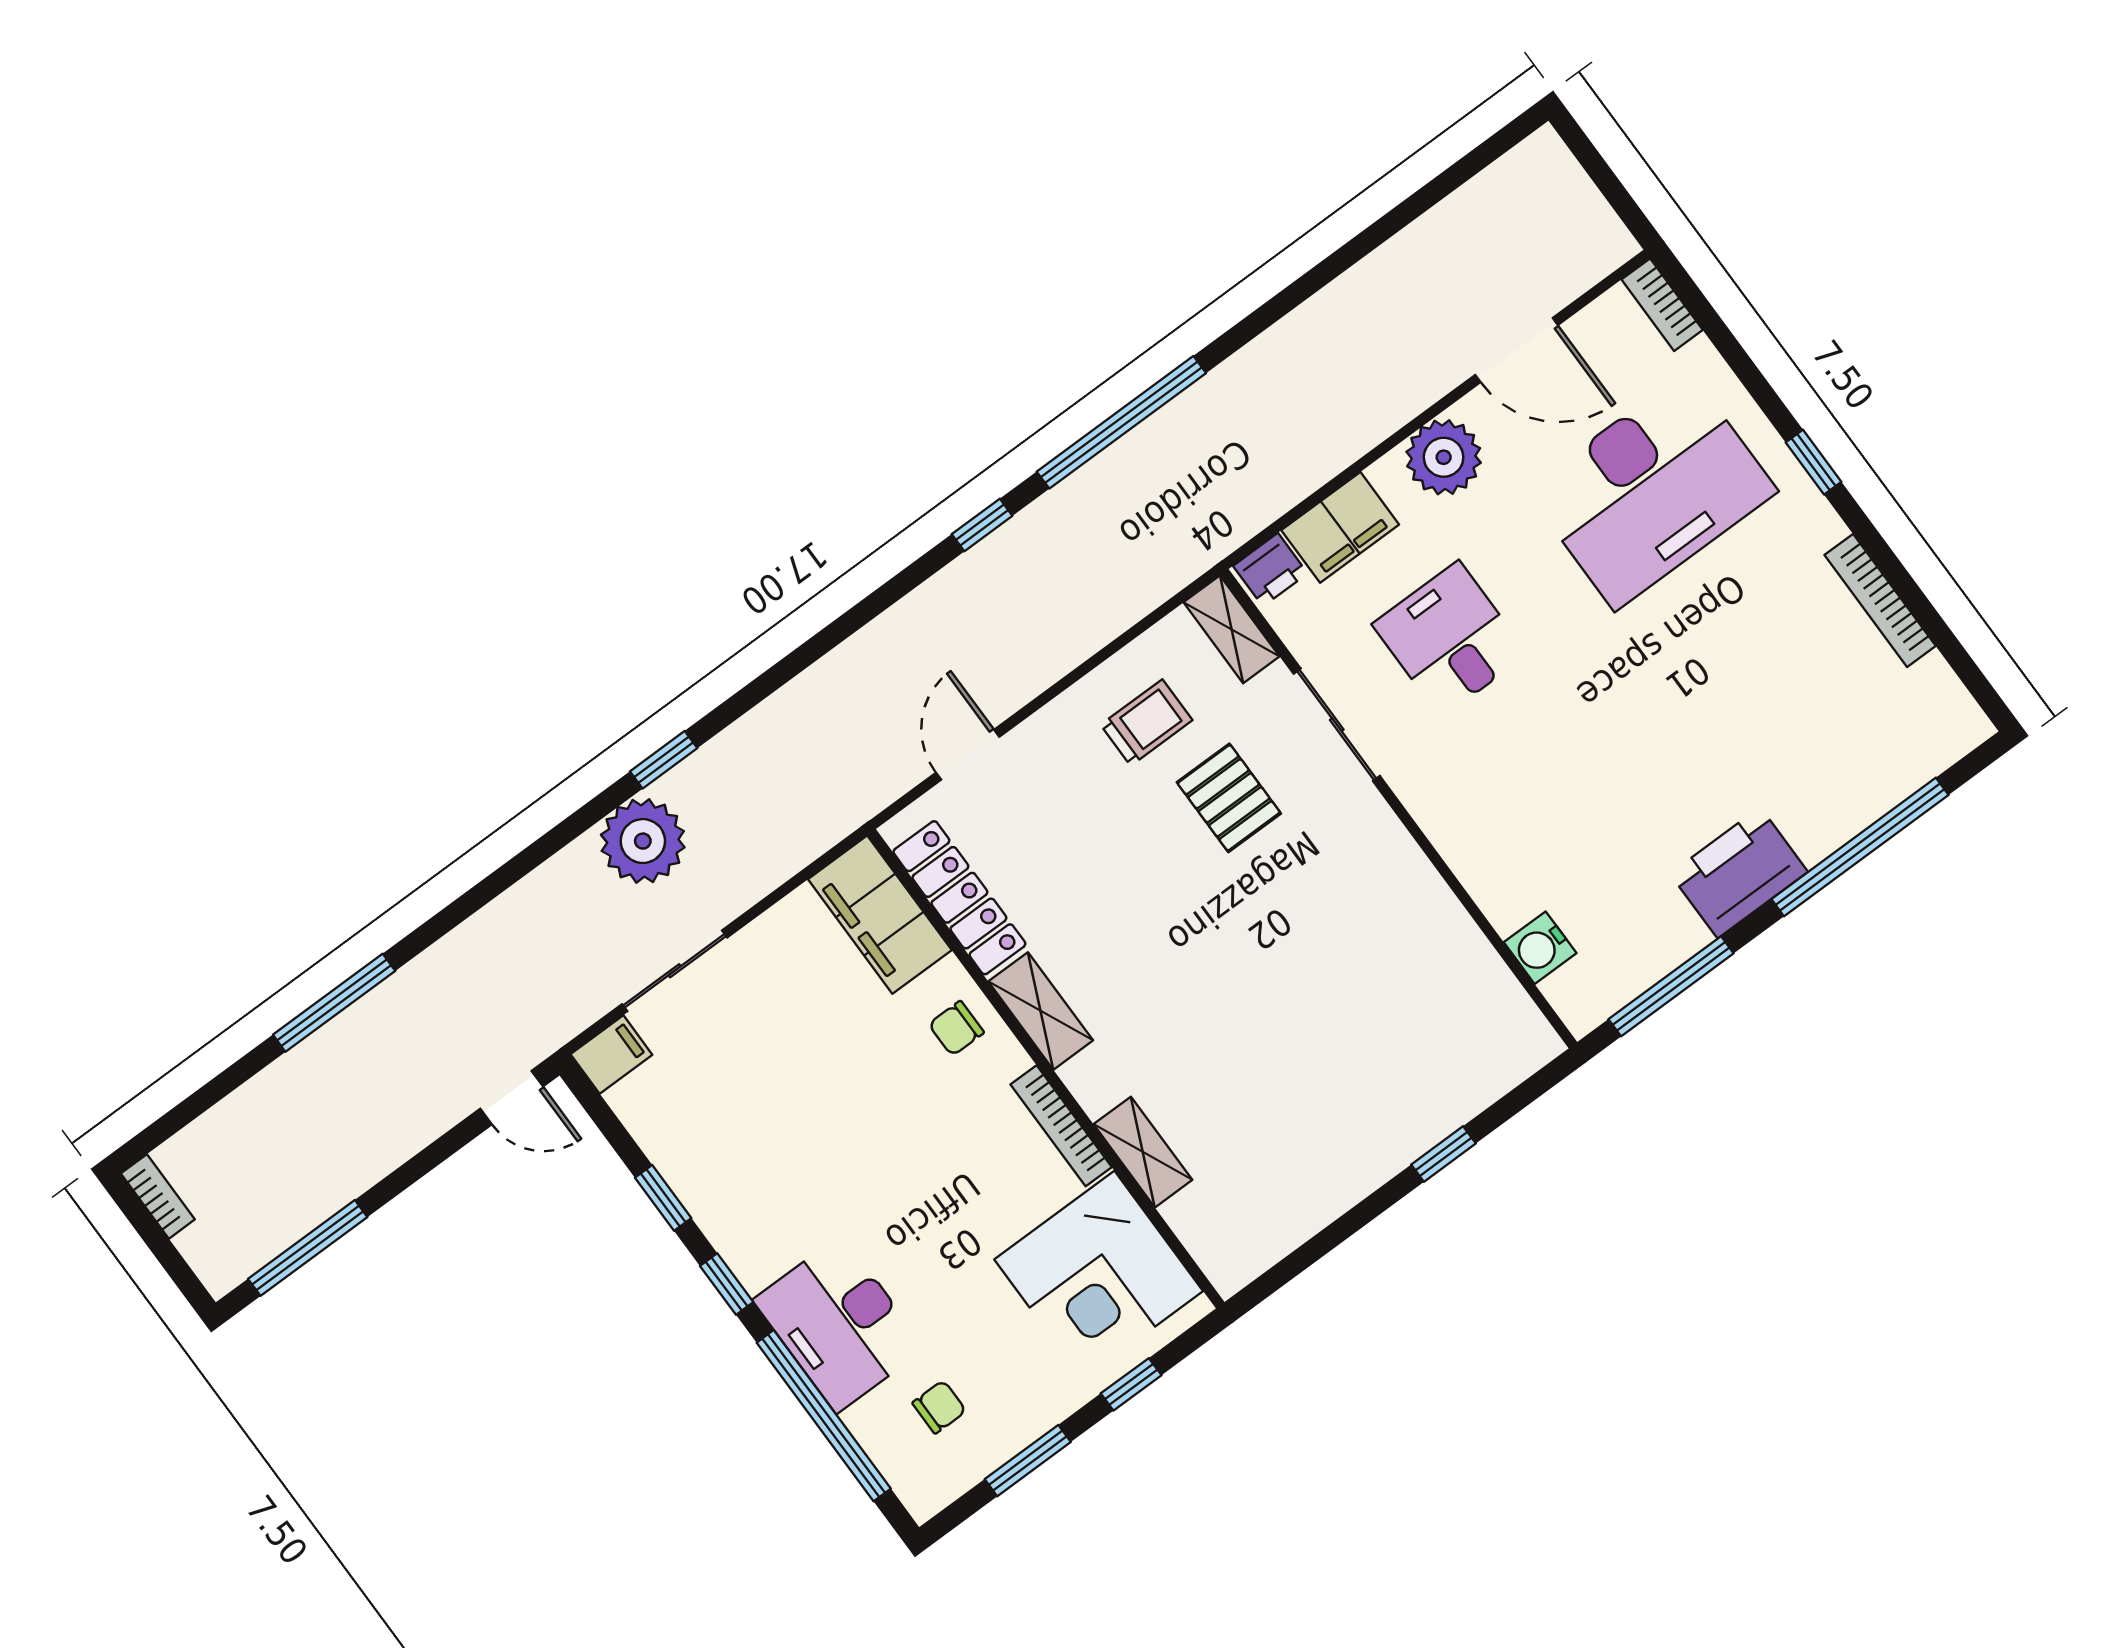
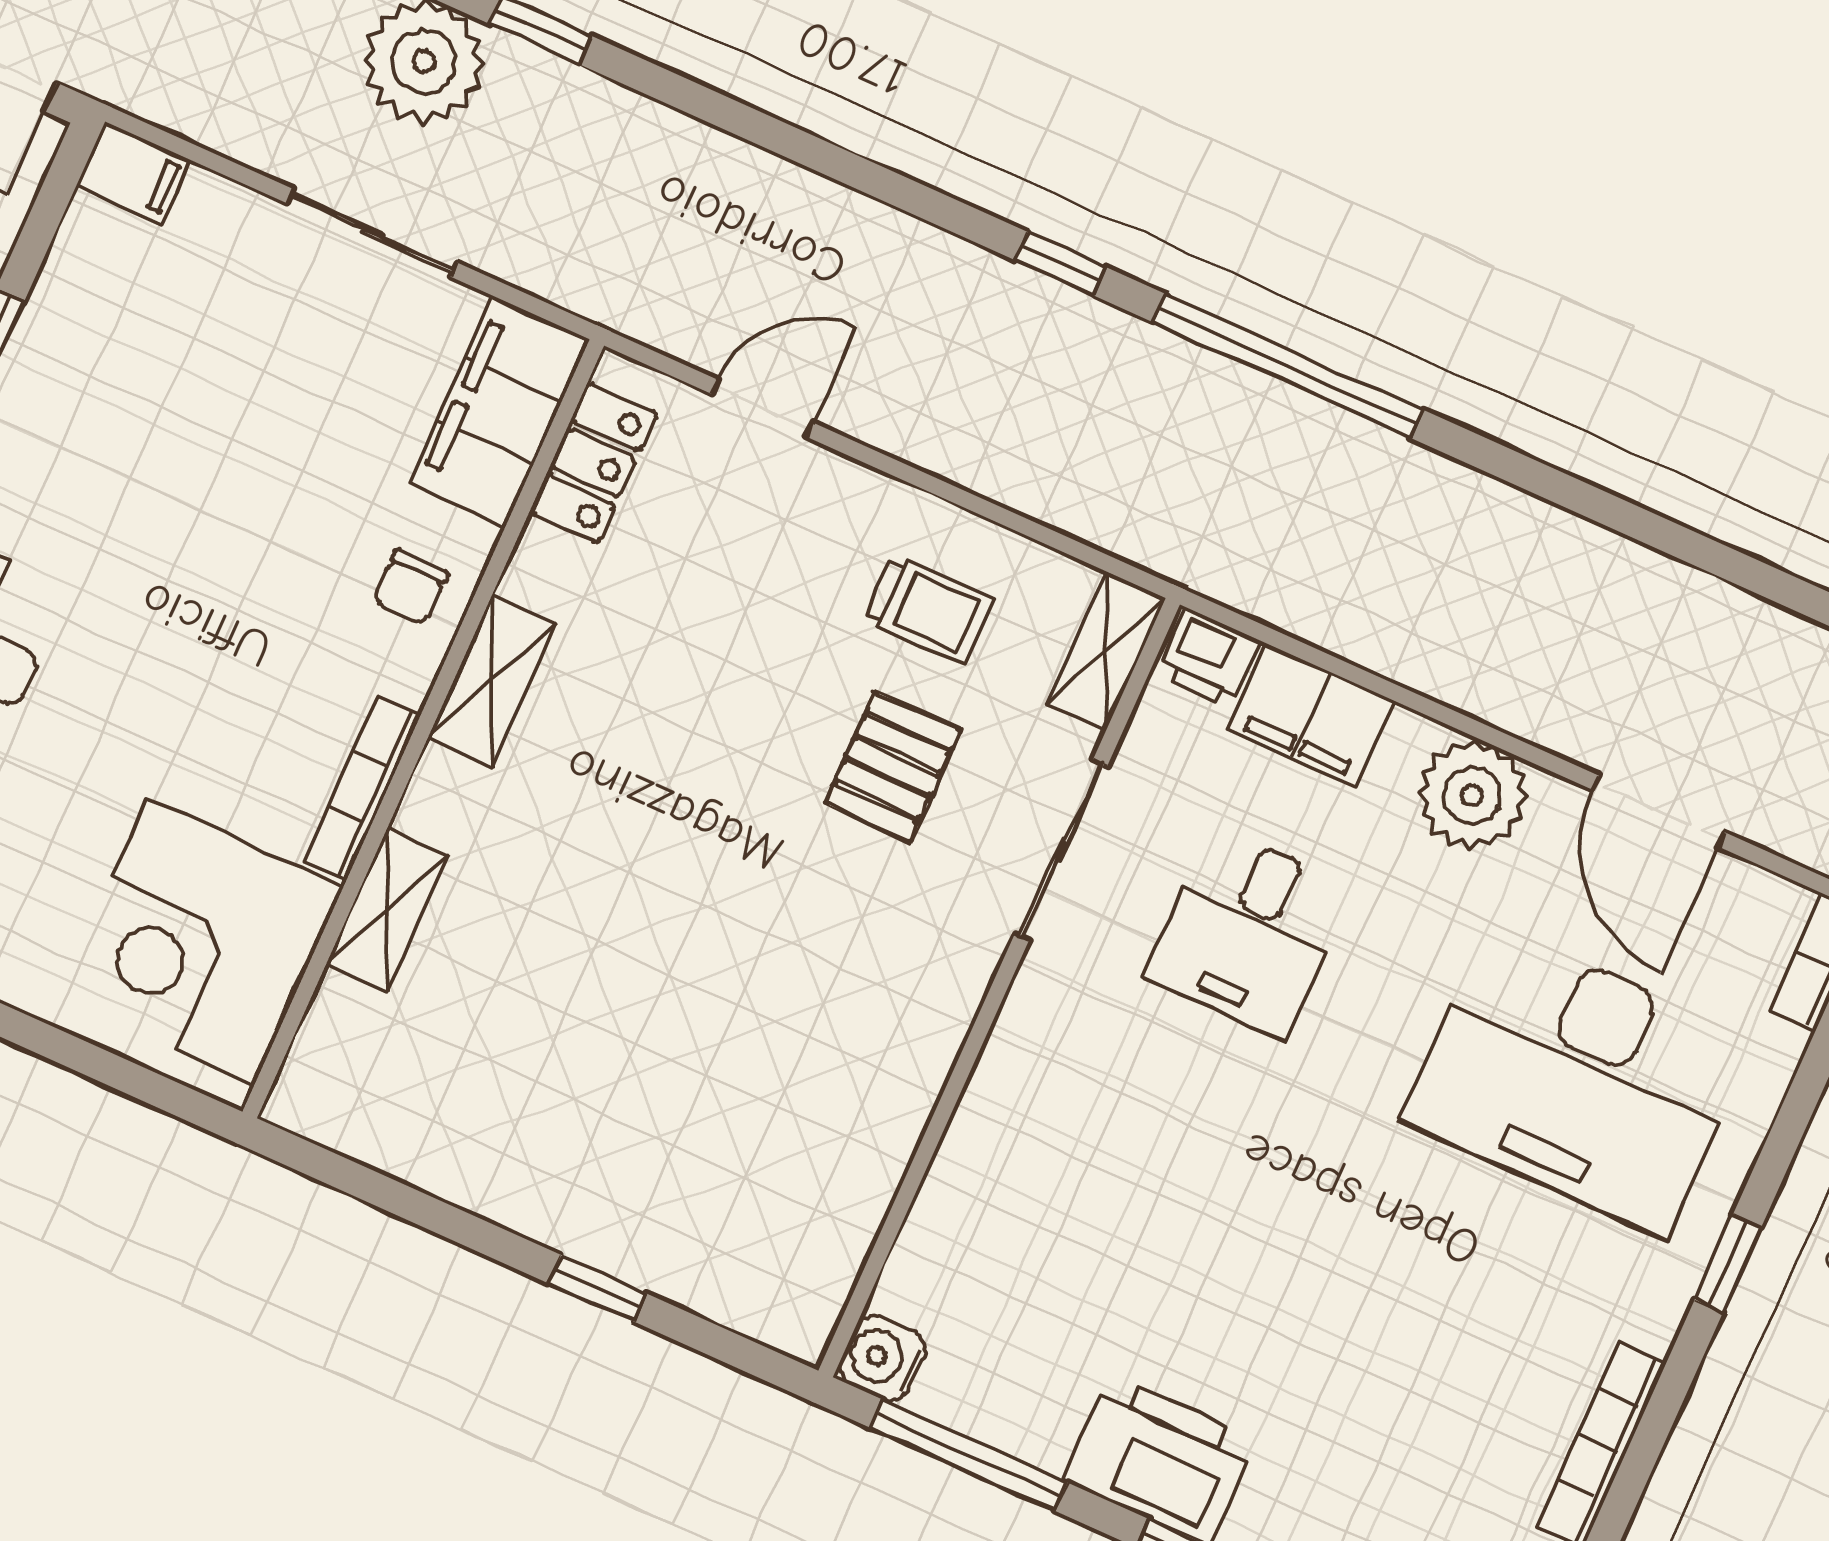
desk: (1450, 639) -> (1248, 932), turned 180
locker: (959, 898) -> (593, 463), width x0.66
water cooler: (1540, 948) -> (882, 1358), moved
sliding door: (675, 971) -> (372, 233), moved
chair: (956, 1028) -> (411, 587), turned -90
window: (1131, 1384) -> (87, 1059), removed

